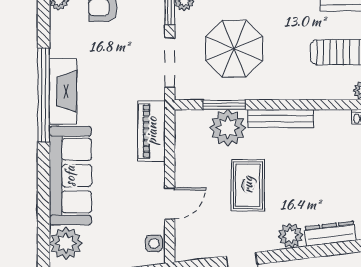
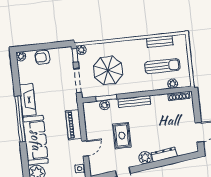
window: (44, 95) -> (20, 119), moved
plant: (228, 128) -> (105, 105), width x0.53, depth x0.53
piano: (152, 131) -> (74, 125), moved

